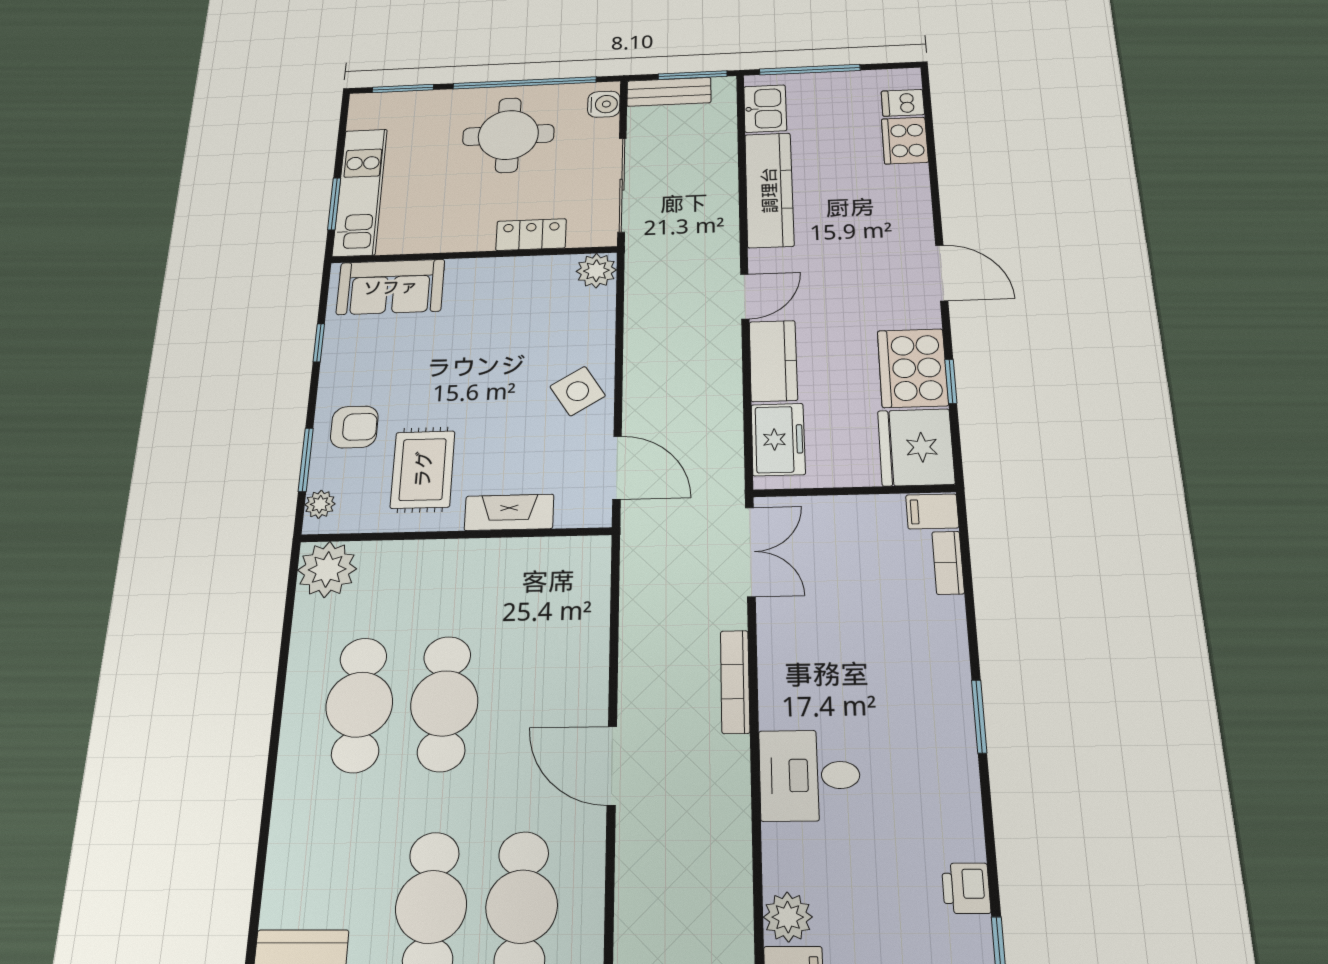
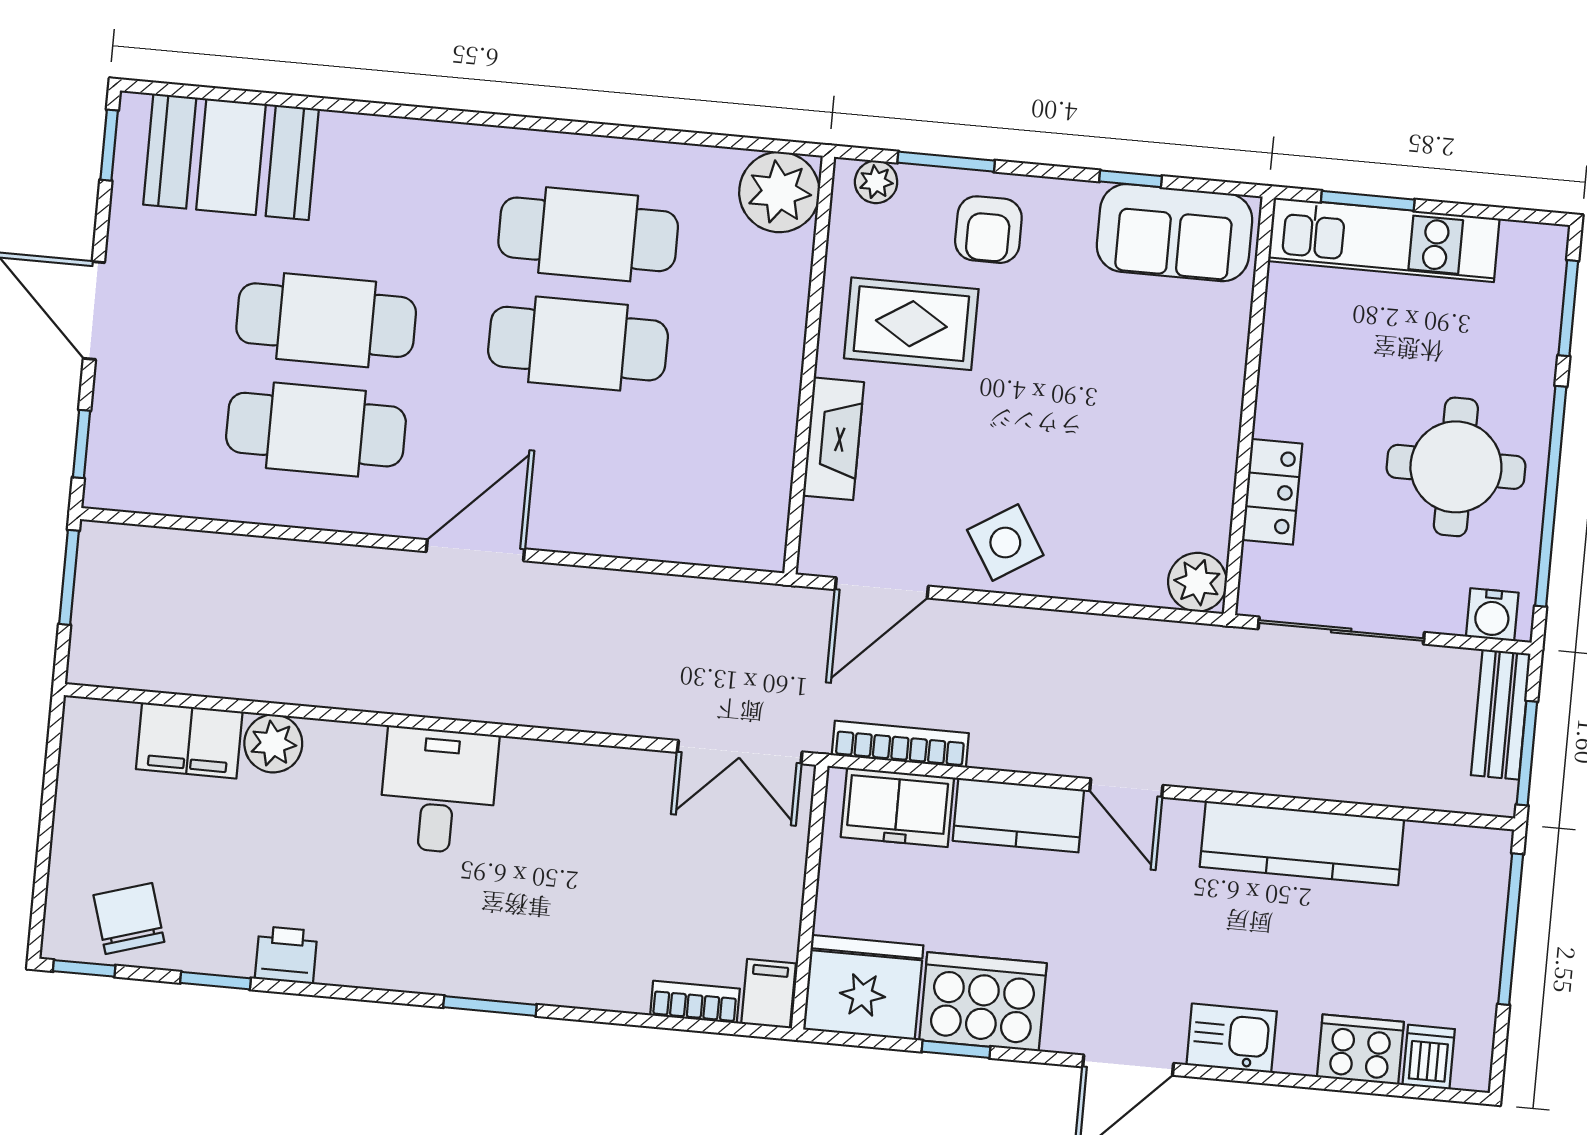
kitchen sink: (765, 109) -> (1232, 1038), moved, turned 180
sofa: (391, 287) -> (1175, 233), moved, turned -90
bookcase: (735, 682) -> (900, 744), moved

